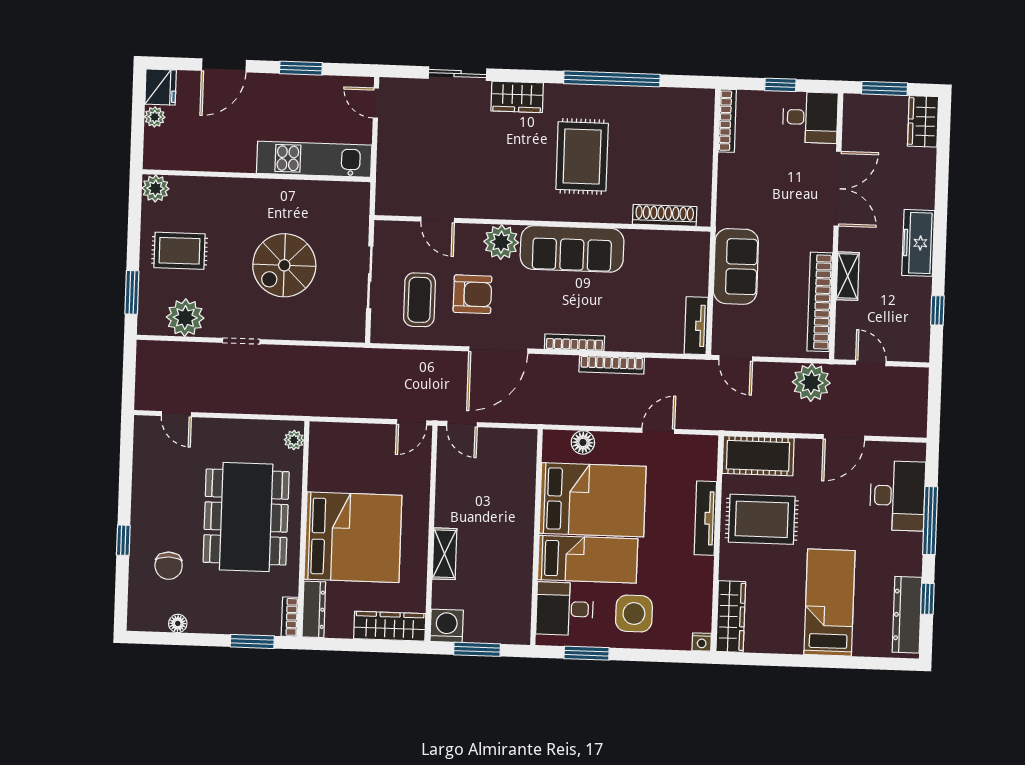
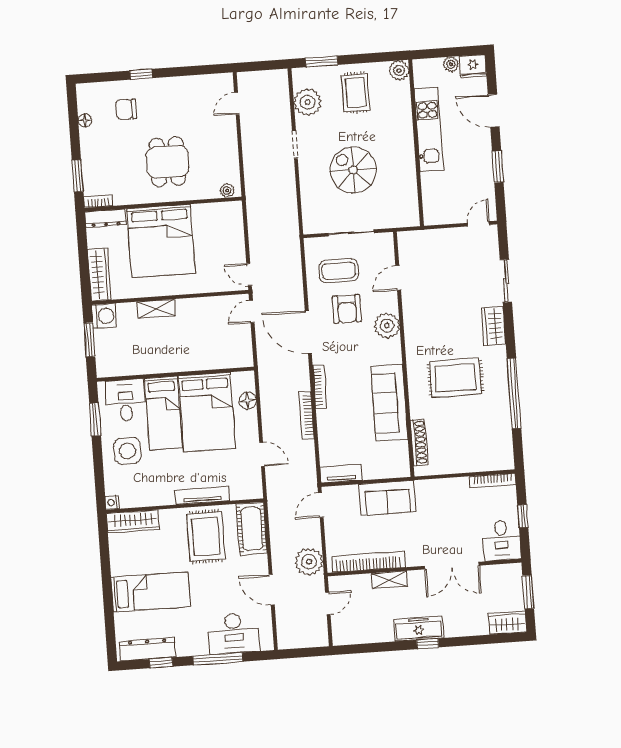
kitchen unit: (314, 159) -> (429, 129), moved
sofa: (572, 249) -> (389, 403), moved
window: (937, 310) -> (428, 644), moved
dining table: (246, 517) -> (167, 162), width x0.53, depth x0.80

